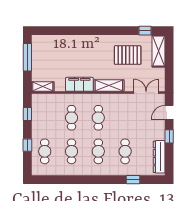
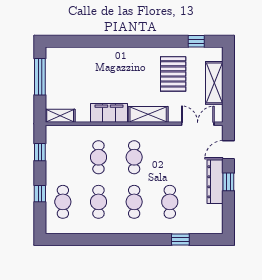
shelving: (159, 51) -> (214, 83), moved
pallet: (128, 55) -> (173, 74), turned 90
dresser: (159, 157) -> (215, 182), moved

